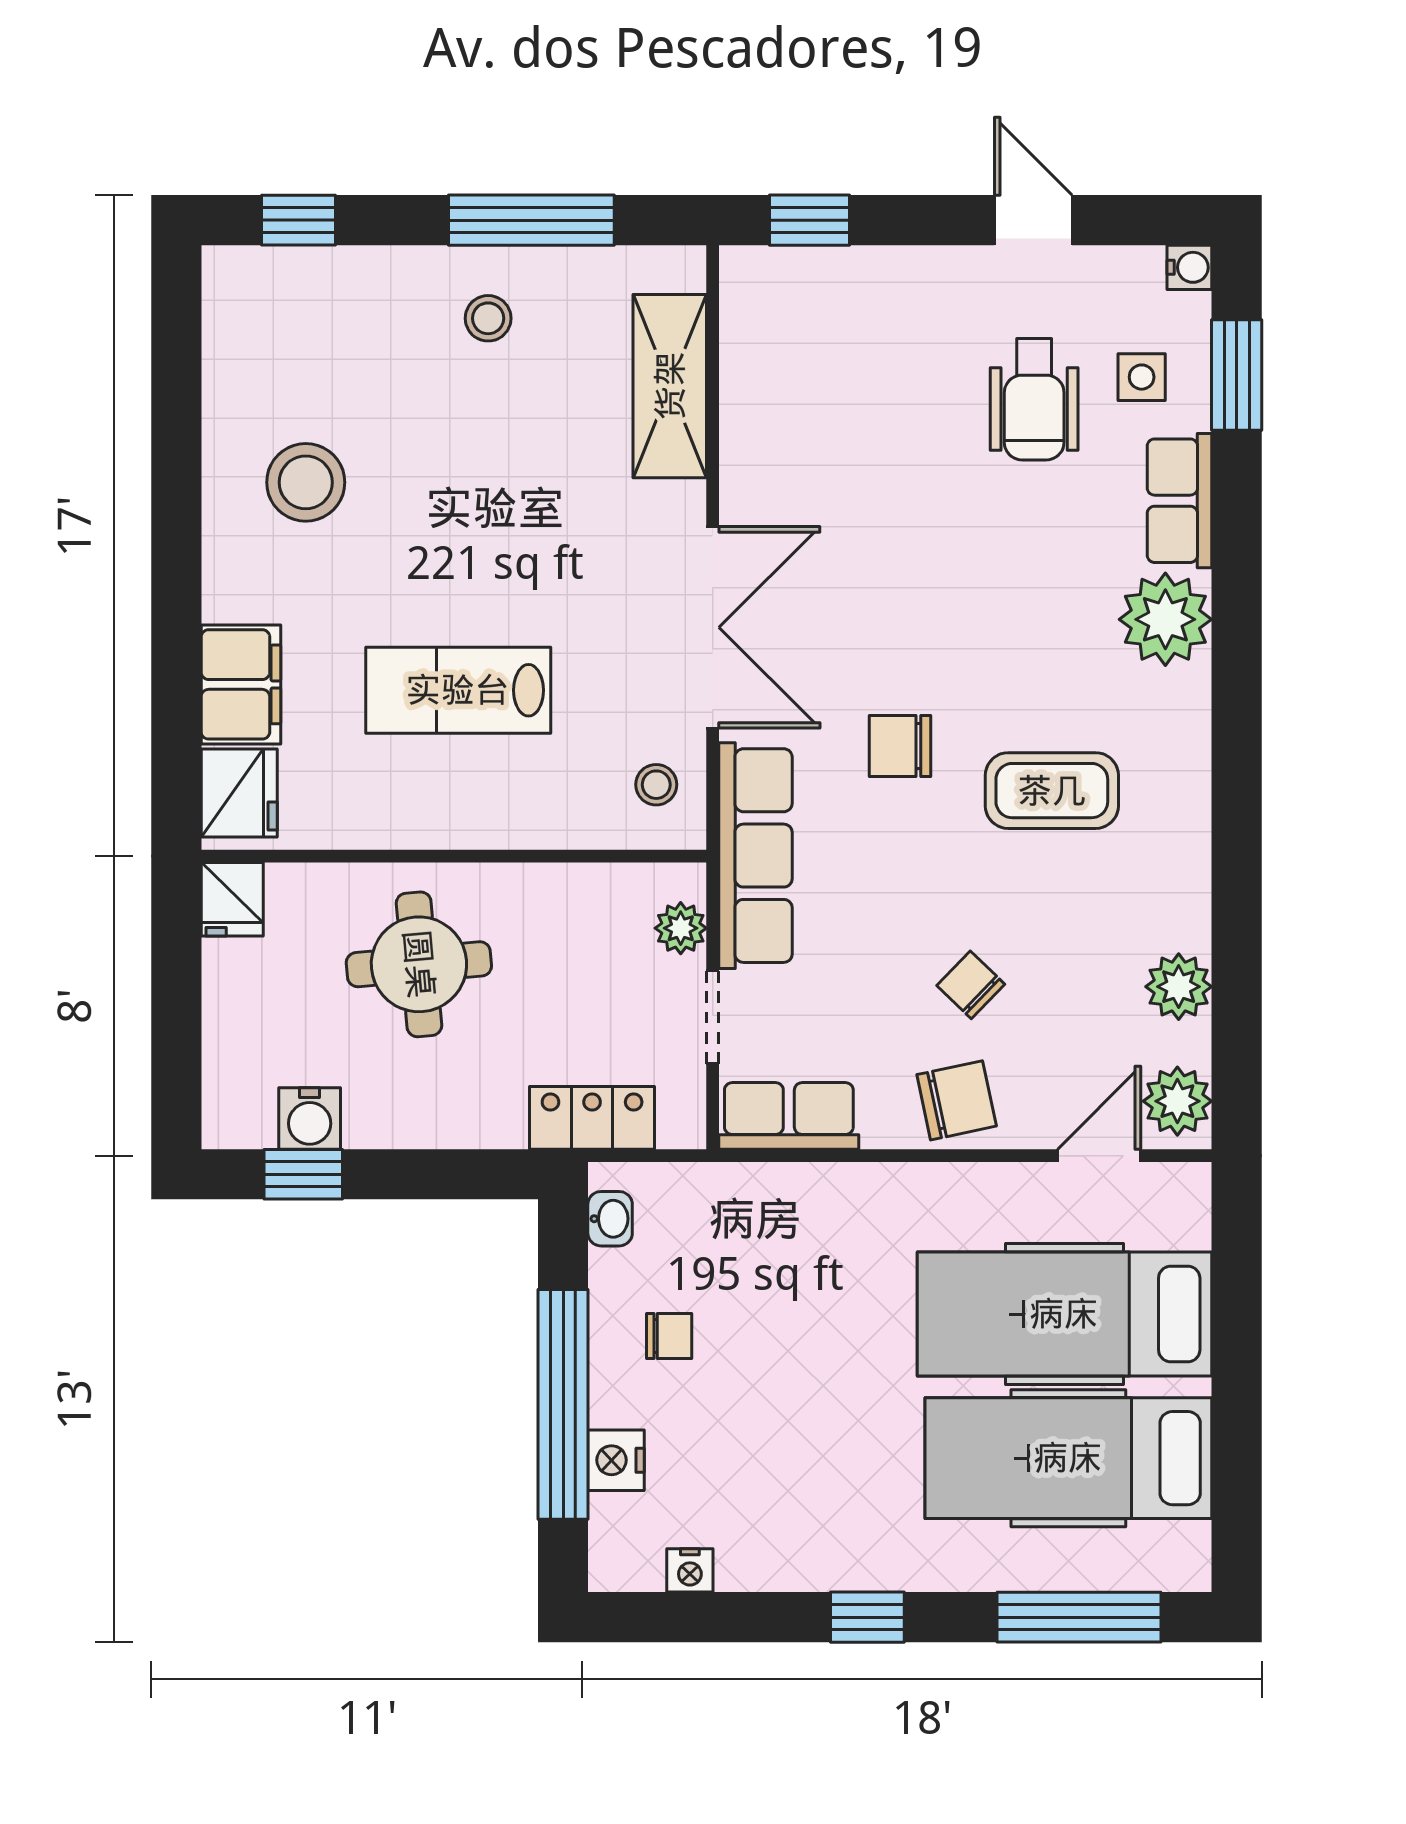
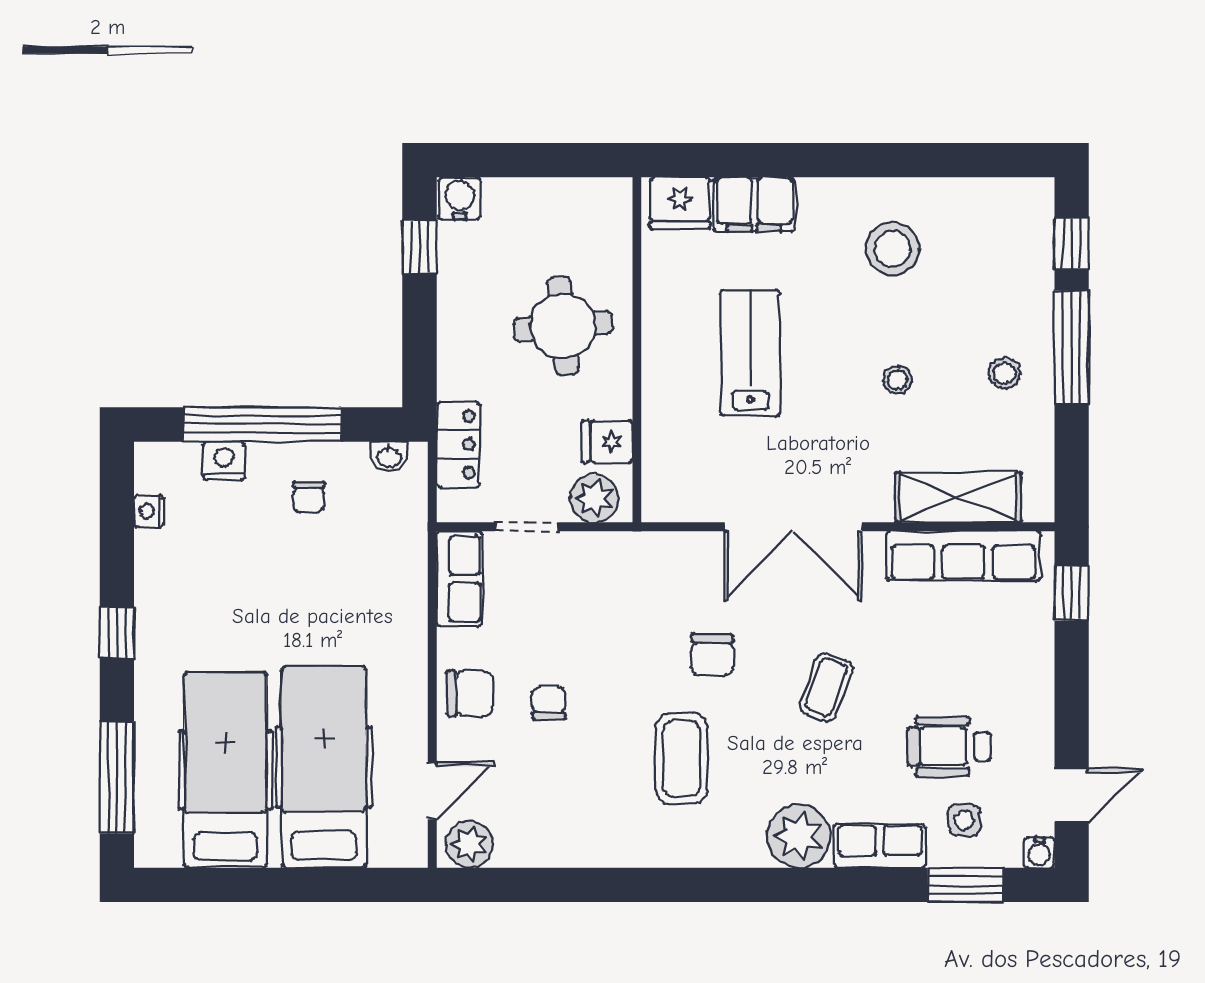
window: (531, 220) -> (1072, 347), moved
door: (1033, 220) -> (1072, 795), moved
coffee table: (947, 579) -> (826, 687), added
chair: (900, 746) -> (712, 655), turned 180
stool: (656, 785) -> (898, 380), moved
row of seats: (755, 856) -> (963, 556), moved
fridge: (232, 899) -> (607, 441), moved
plant: (681, 928) -> (594, 498), width x1.38, depth x1.38
chair: (971, 985) -> (549, 703), turned -44
plant: (1179, 987) -> (548, 845), removed
chair: (957, 1100) -> (470, 693), turned -78
water cooler: (310, 1118) -> (460, 198), moved, turned 90
door: (1099, 1156) -> (432, 791), hinge flipped

